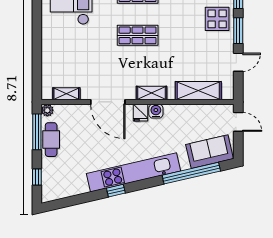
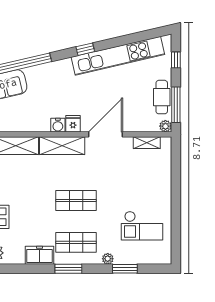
shelving: (152, 93) -> (62, 146), width x1.50, depth x1.33
door: (108, 102) -> (106, 134), hinge flipped
kitchen unit: (133, 172) -> (118, 56), moved
window: (116, 191) -> (85, 49), moved

